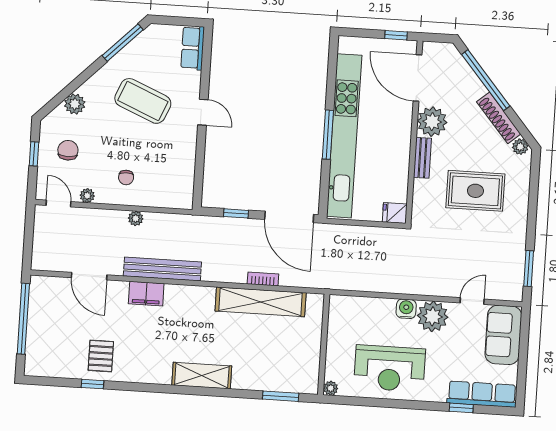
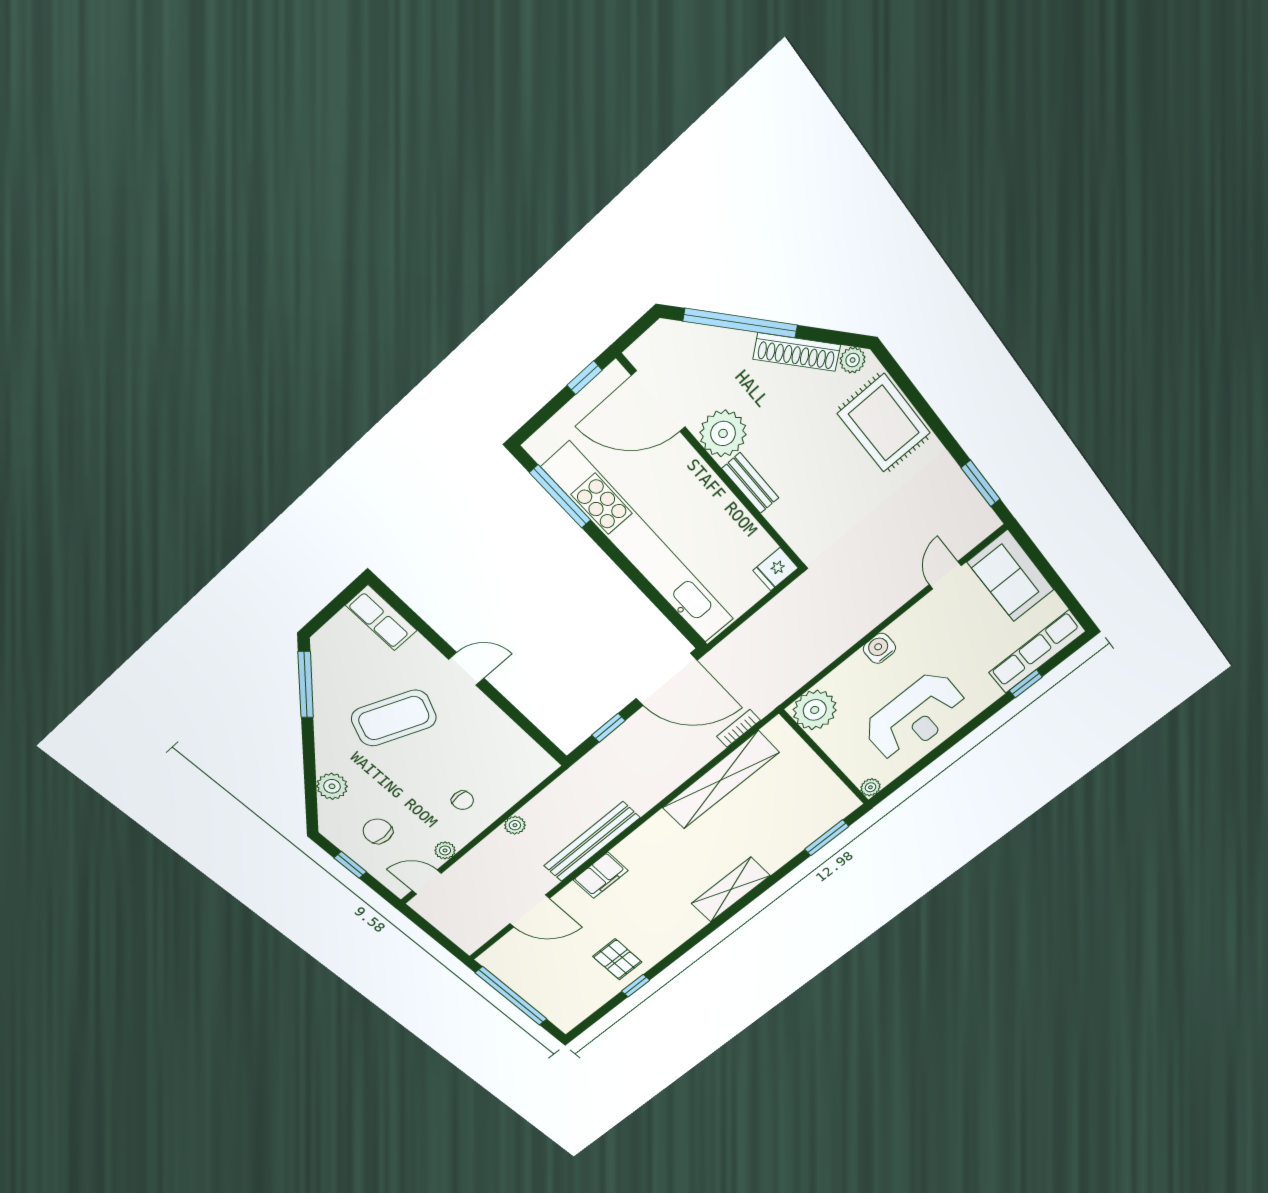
window: (328, 135) -> (560, 497), moved
rug: (475, 191) -> (884, 423), moved, turned 90
bookcase: (263, 279) -> (738, 728), moved
plant: (433, 316) -> (815, 710), moved

